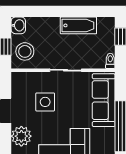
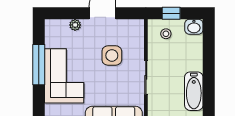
stool: (25, 51) -> (166, 34), width x0.53, depth x0.53
plant: (21, 136) -> (75, 25), width x0.53, depth x0.53

